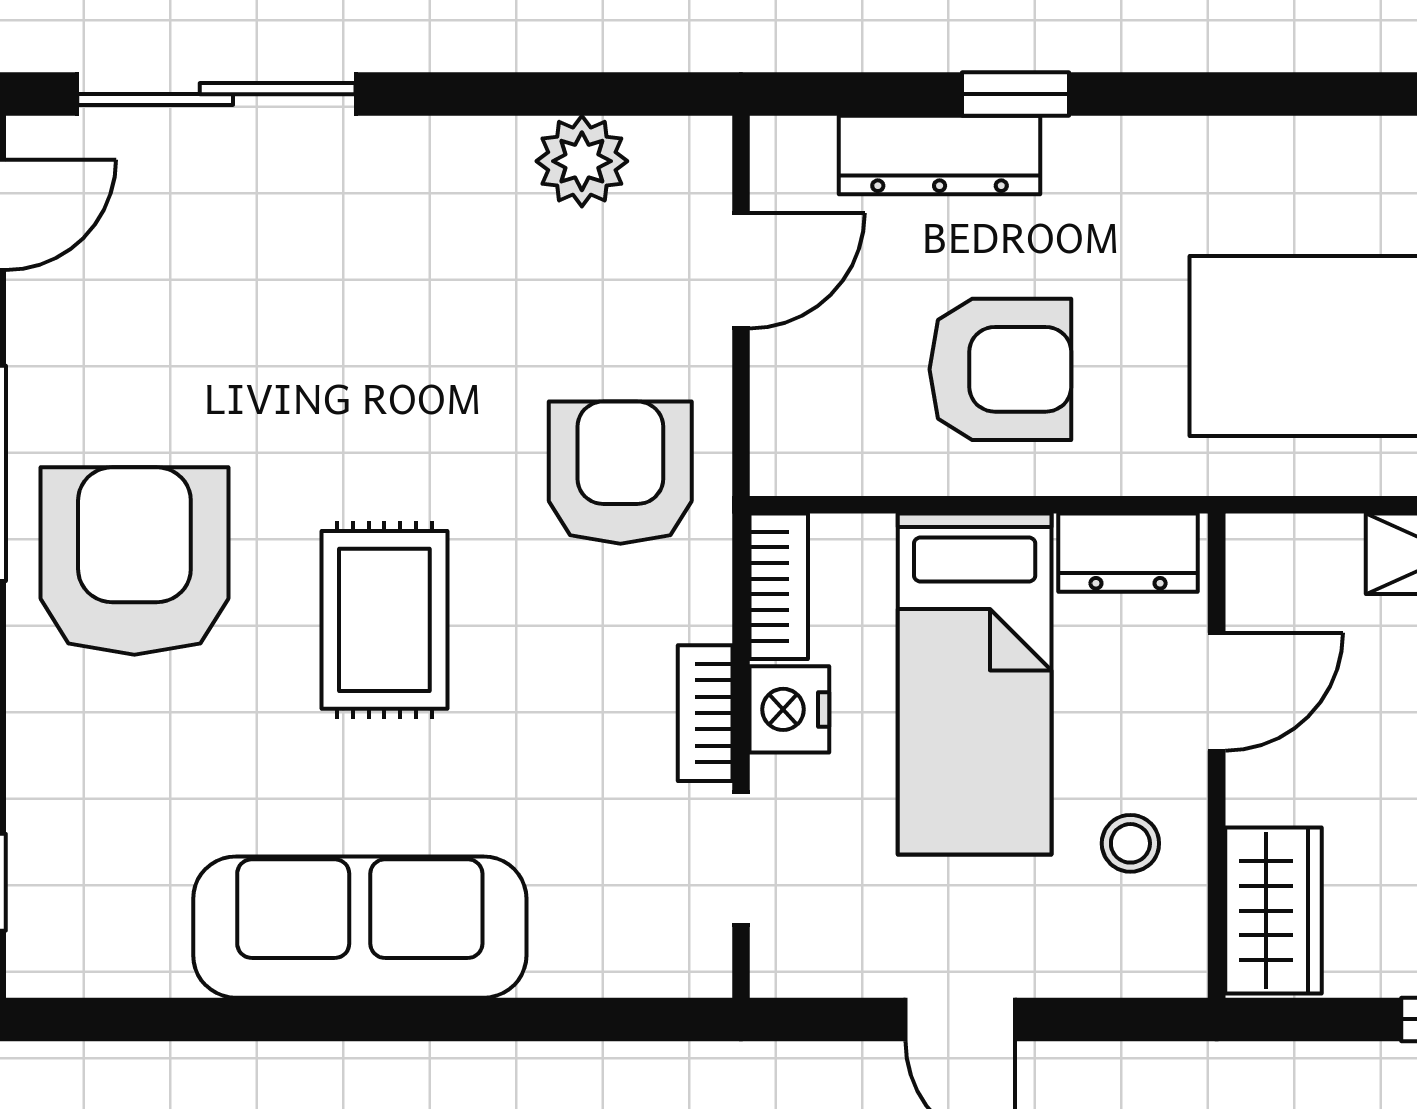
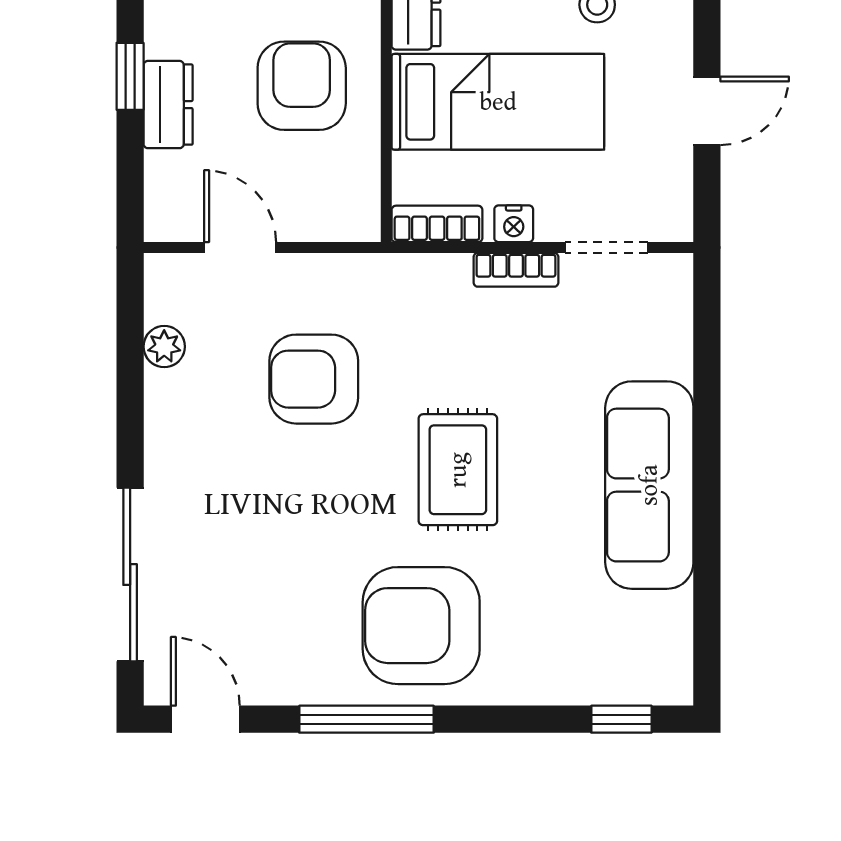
dresser: (940, 155) -> (168, 105), width x0.70
plant: (582, 161) -> (164, 347), width x0.73, depth x0.73
armchair: (620, 473) -> (314, 379), moved
rug: (384, 620) -> (458, 470), turned 90
nightstand: (789, 709) -> (514, 224), width x0.72, depth x0.74

